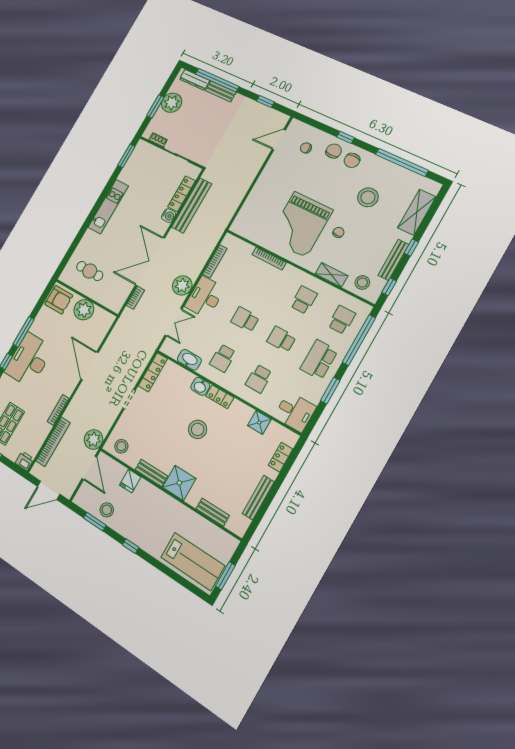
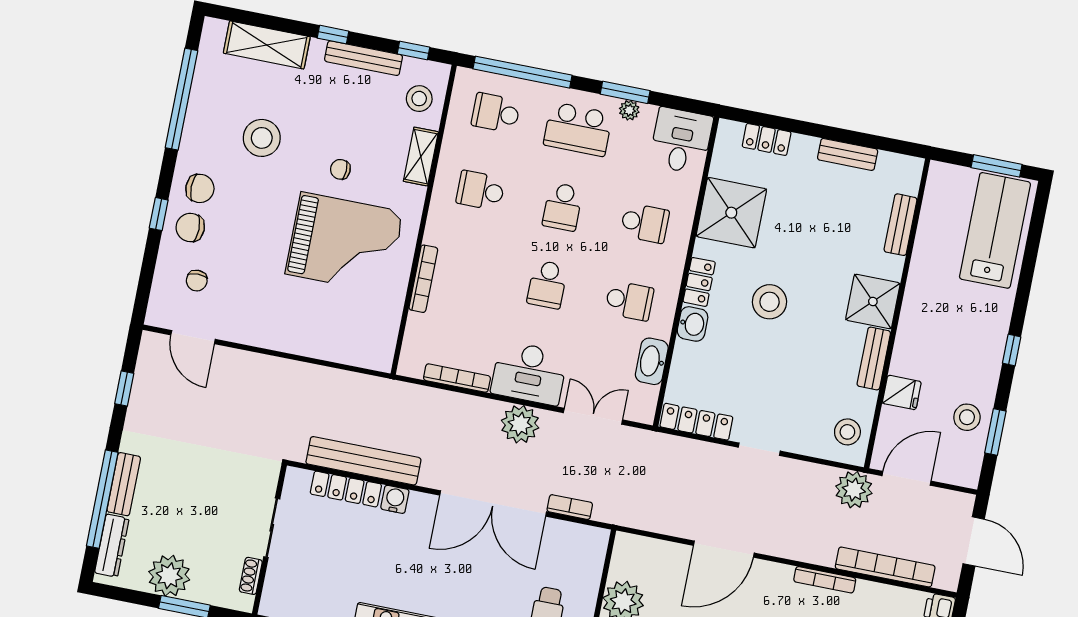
plant: (320, 390) -> (629, 110), added
shower: (259, 422) -> (731, 213), width x1.86, depth x1.86
bench: (258, 498) -> (848, 154), width x0.73

